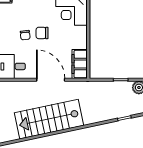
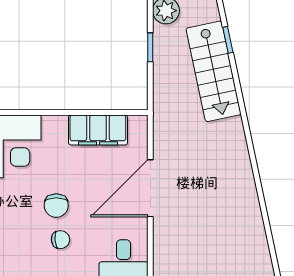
filing cabinet: (80, 64) -> (98, 130), moved
stairs: (49, 119) -> (214, 71), moved, width x0.73, depth x0.66

